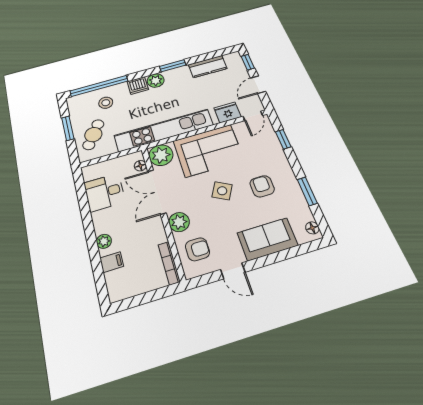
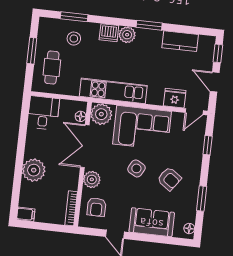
door: (258, 85) -> (215, 82), hinge flipped
window: (99, 86) -> (74, 17), width x0.47
kitchen unit: (164, 130) -> (113, 91), width x0.73
cafe table: (93, 135) -> (52, 68), turned -33
armchair: (262, 186) -> (169, 179), turned 126
desk: (104, 192) -> (43, 113), moved, turned 90
plant: (104, 241) -> (34, 170), width x1.87, depth x1.87
armchair: (197, 249) -> (96, 207), turned 90
filing cabinet: (112, 262) -> (26, 214), moved

